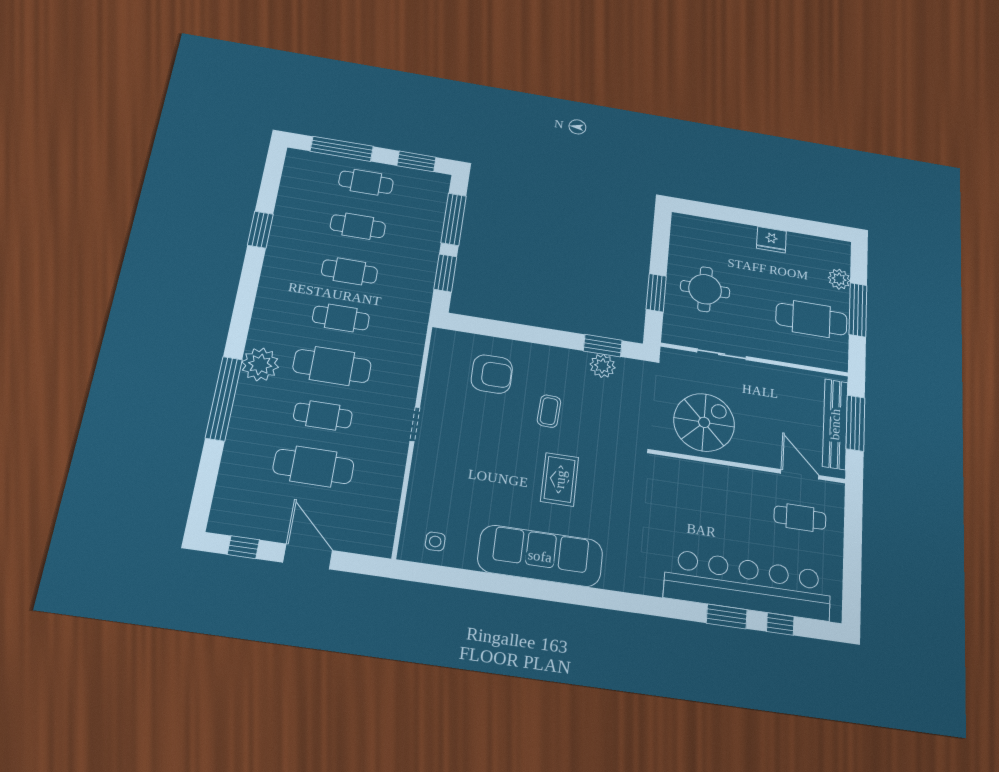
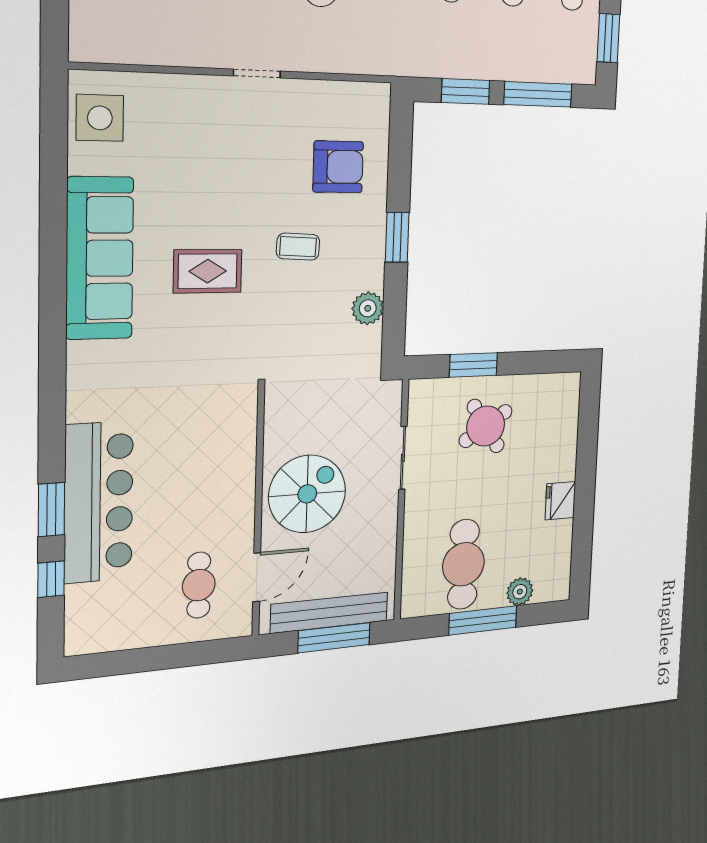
round table: (705, 289) -> (486, 426), turned -33
window: (603, 346) -> (397, 237), moved
armchair: (492, 374) -> (338, 167), turned -90
spiral stairs: (704, 422) -> (307, 494), moved, turned -90
side table: (435, 541) -> (100, 118), width x1.87, depth x1.87
bar counter: (748, 585) -> (99, 502), width x0.73

